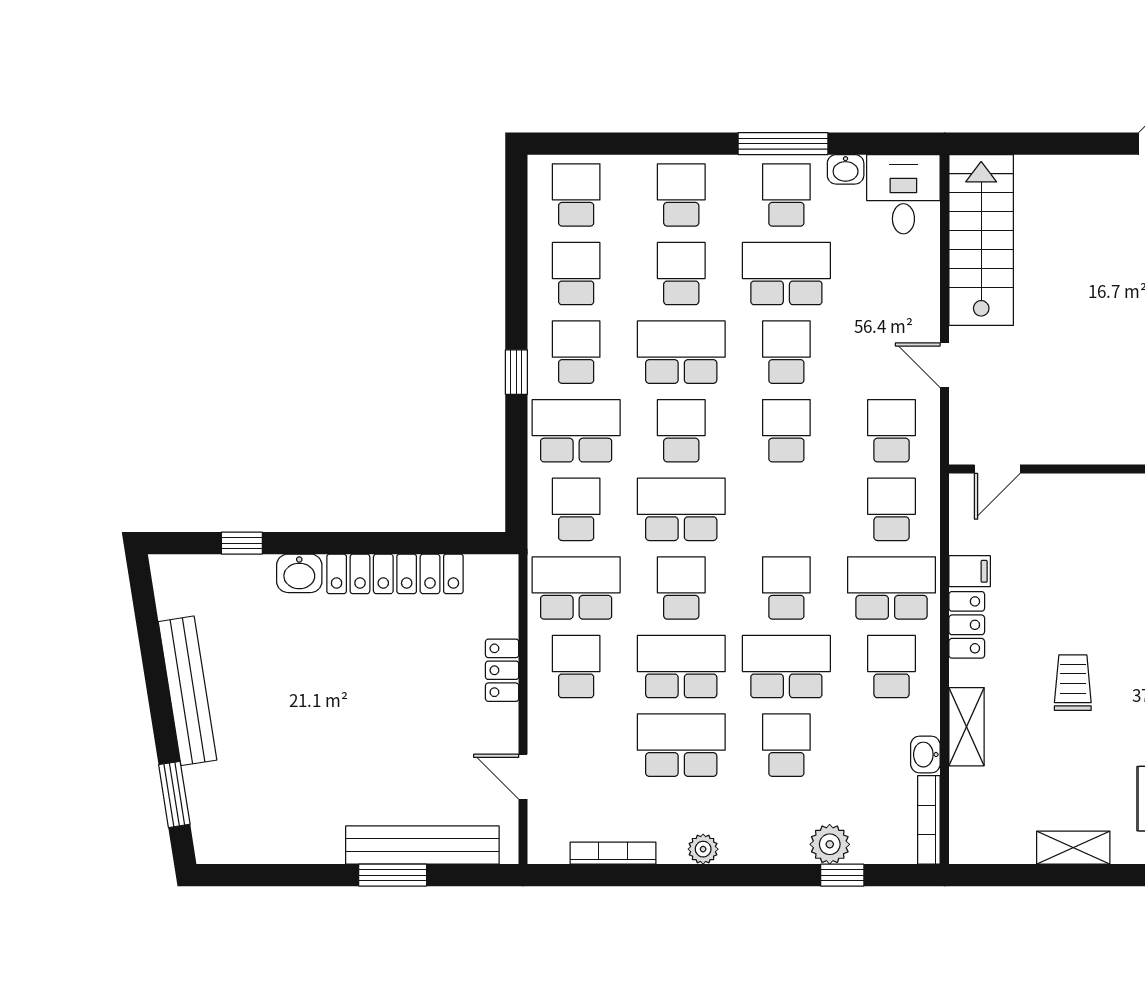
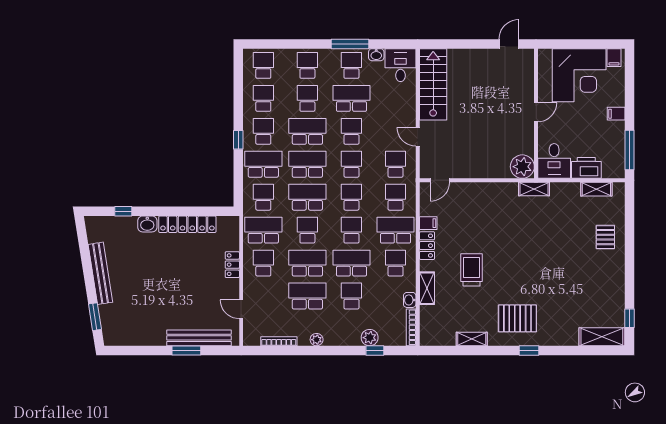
school desk: (681, 431) -> (307, 164), width x1.85
school desk: (786, 509) -> (351, 197), added
trolley: (1073, 683) -> (471, 270), width x1.36, depth x1.39

